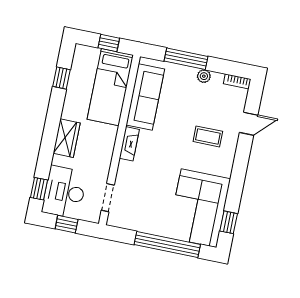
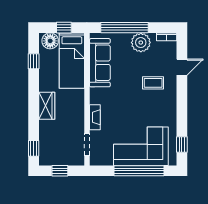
floor lamp: (88, 56) -> (50, 41), added
window: (186, 59) -> (125, 28), width x1.46
plant: (204, 76) -> (141, 43), width x1.88, depth x1.88
fireplace: (129, 144) -> (95, 117), moved
desk: (64, 192) -> (53, 147), removed
corner sofa: (199, 208) -> (141, 146), moved, turned 90

